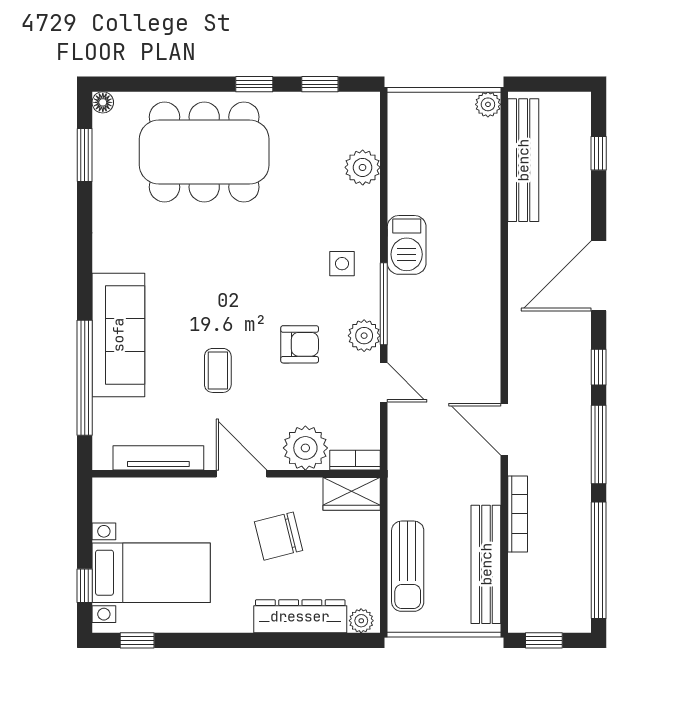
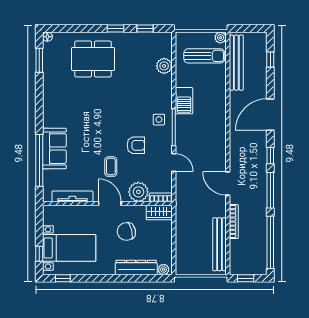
dining table: (204, 152) -> (93, 59), width x0.73, depth x0.80
side table: (342, 264) -> (159, 120), moved
sofa: (118, 335) -> (54, 149), width x0.73
plant: (364, 336) -> (165, 141), removed
coffee table: (218, 370) -> (111, 167), moved
sun lounger: (408, 566) -> (204, 56), moved, turned -90

